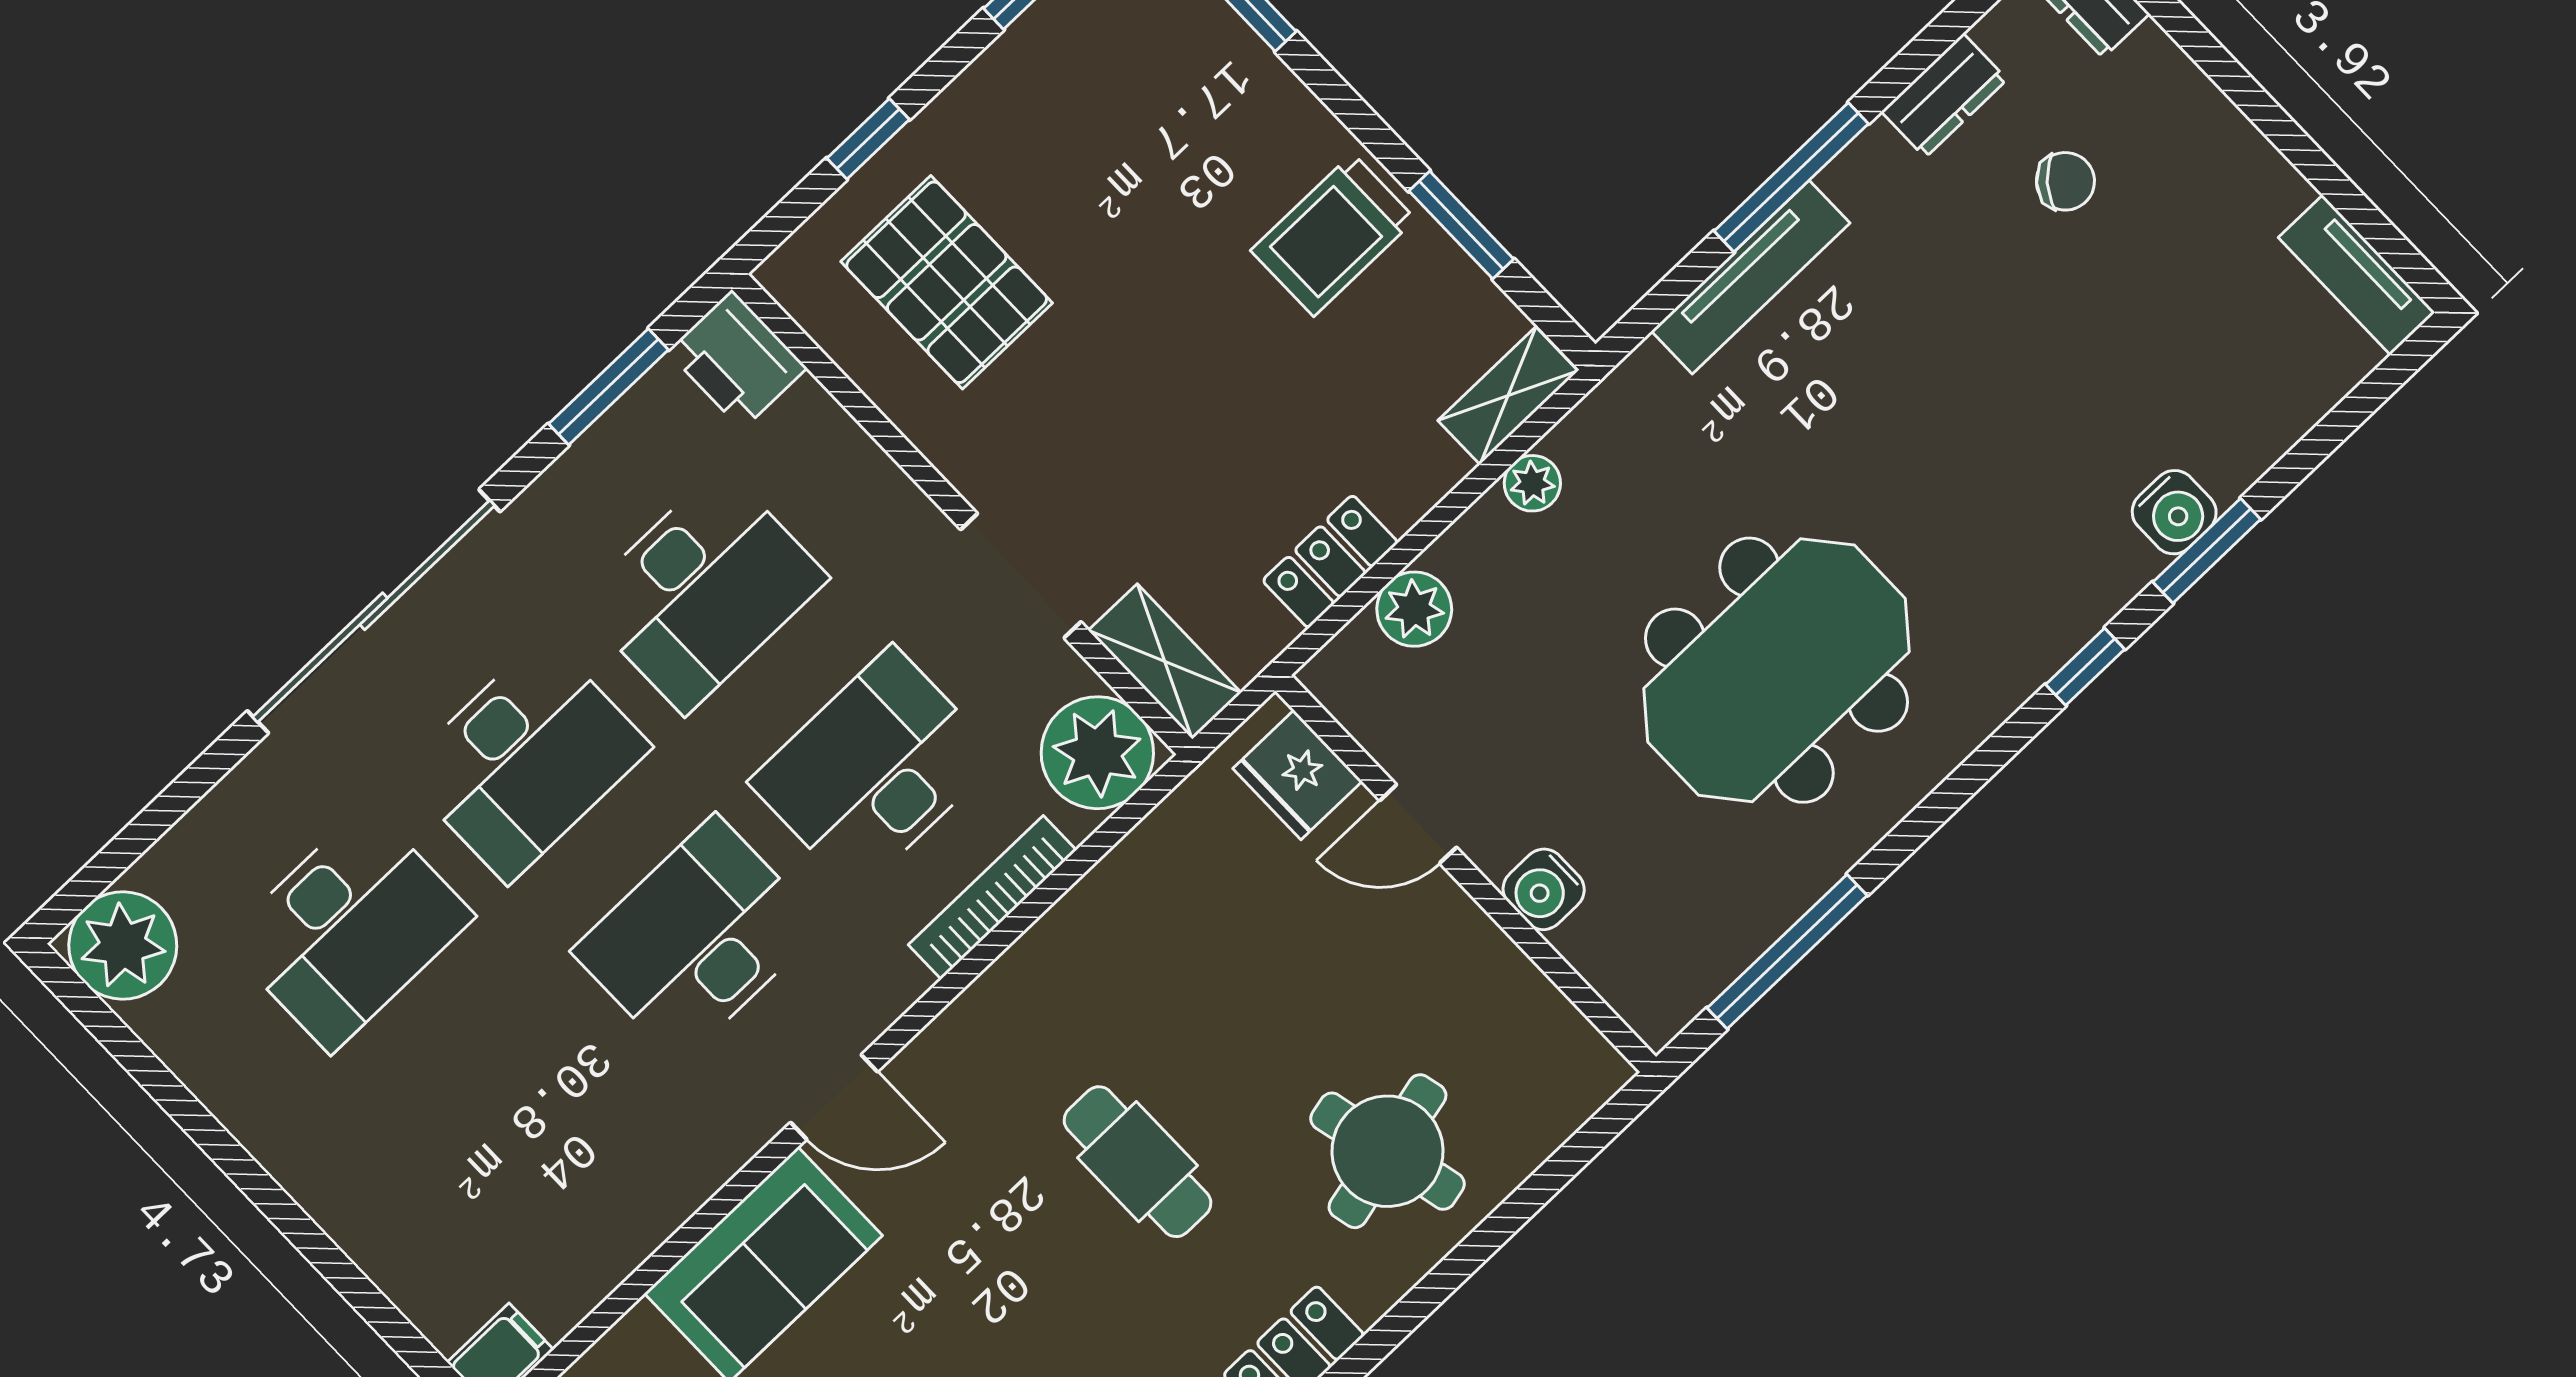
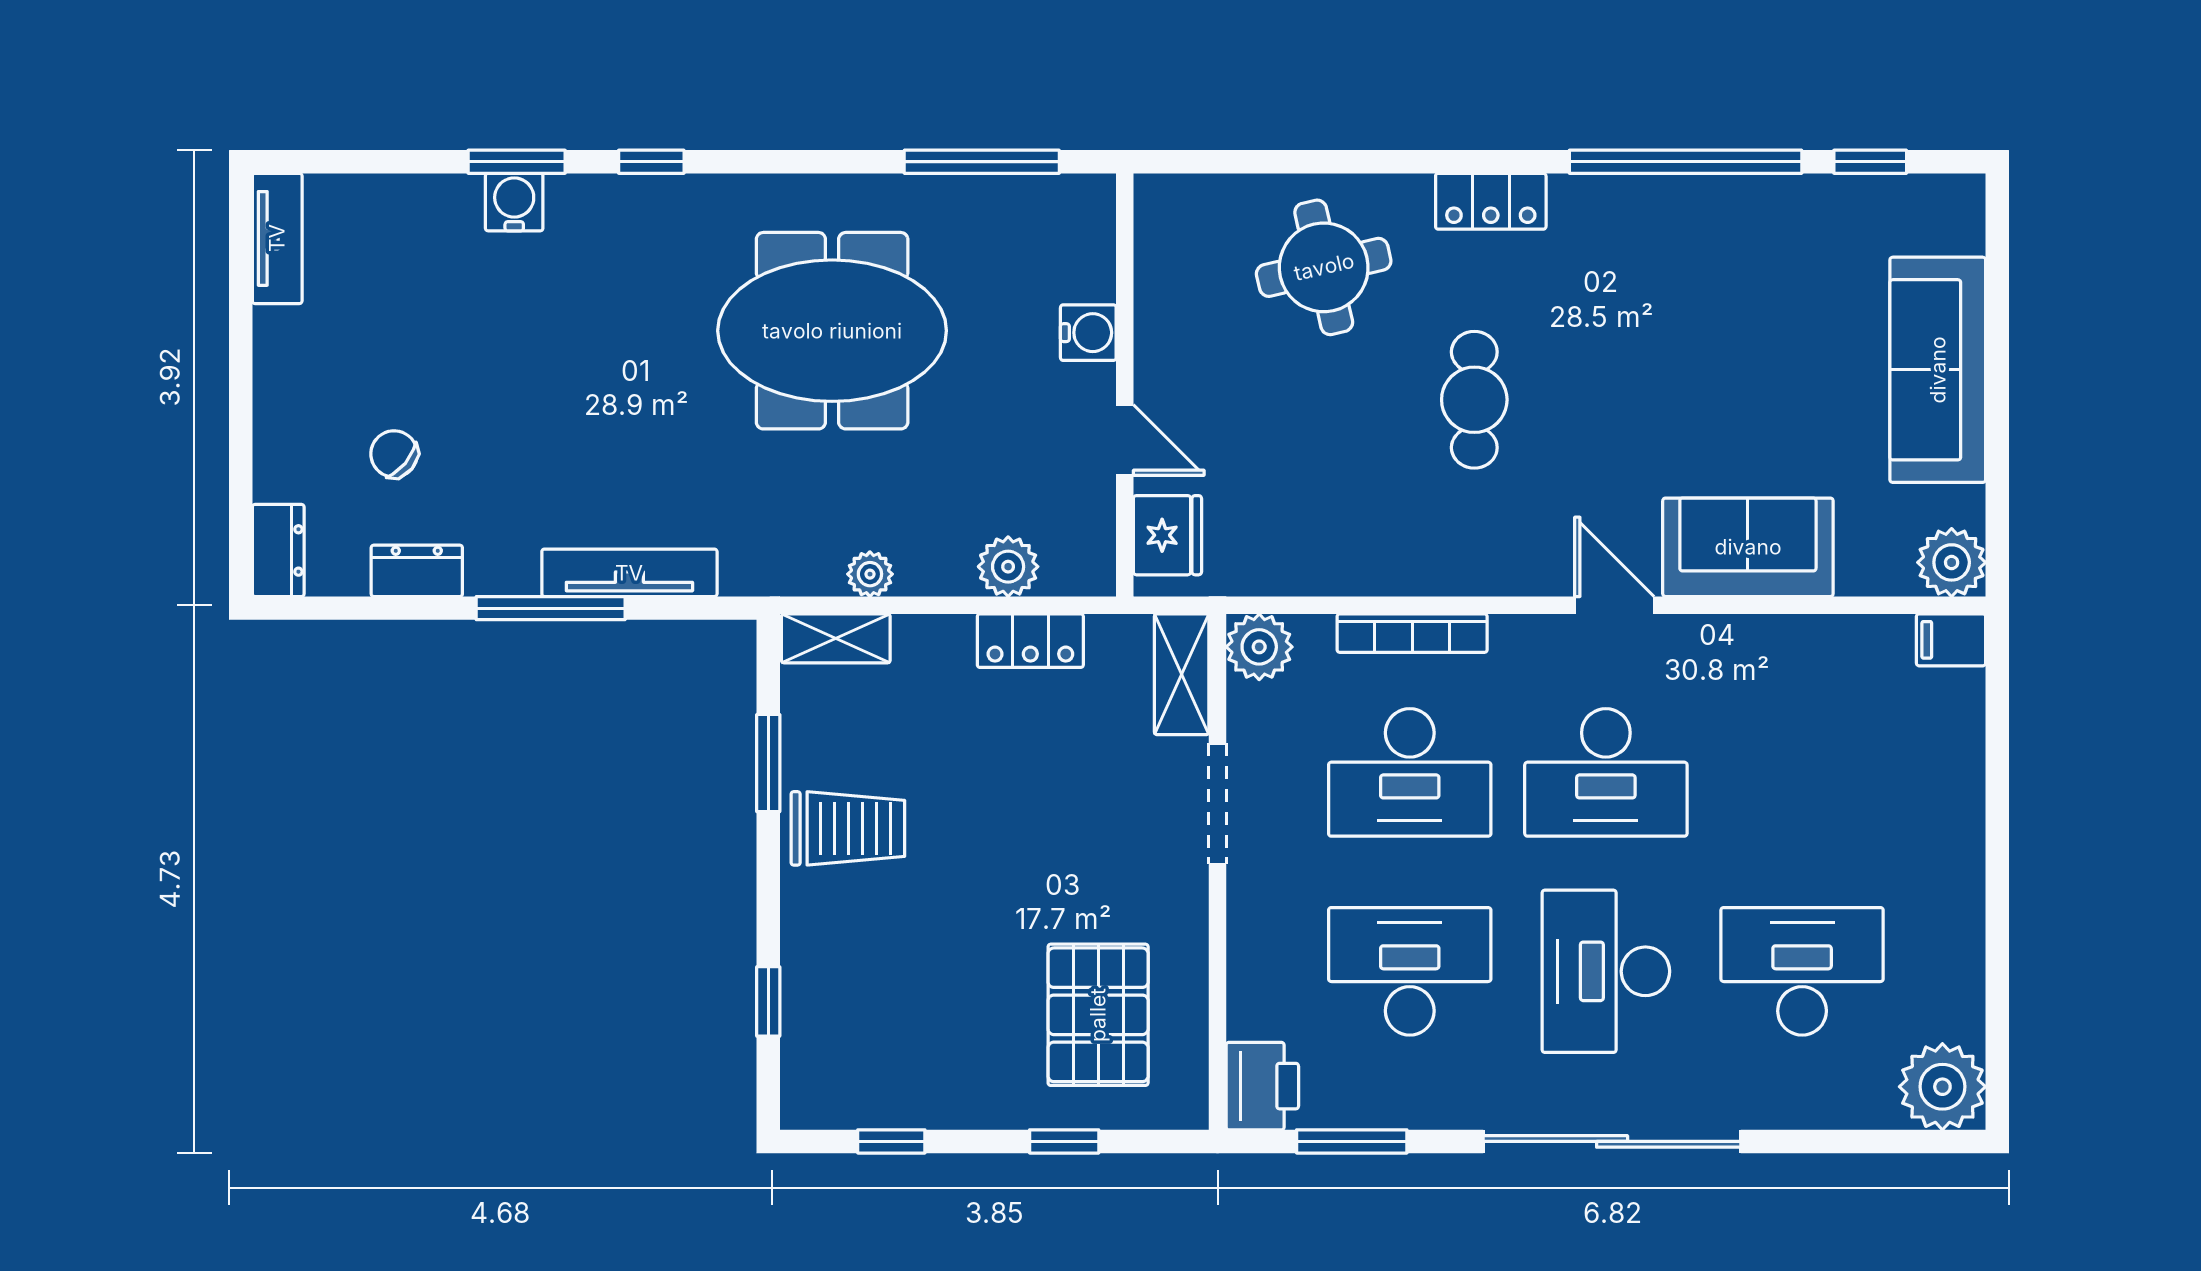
plant: (1097, 753) -> (1259, 647), width x0.73, depth x0.73
desk: (526, 759) -> (1606, 971), turned -90

